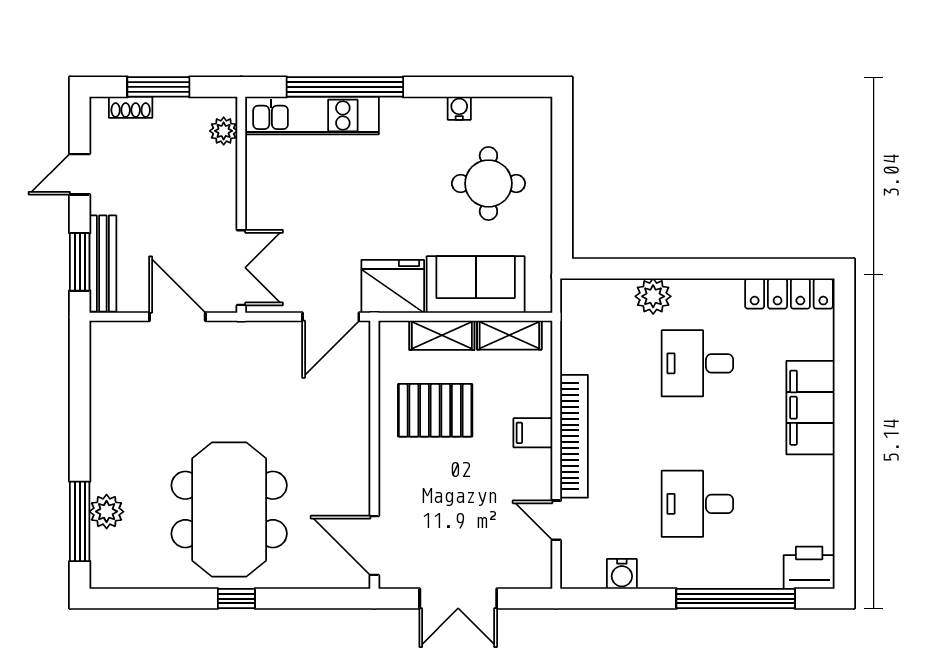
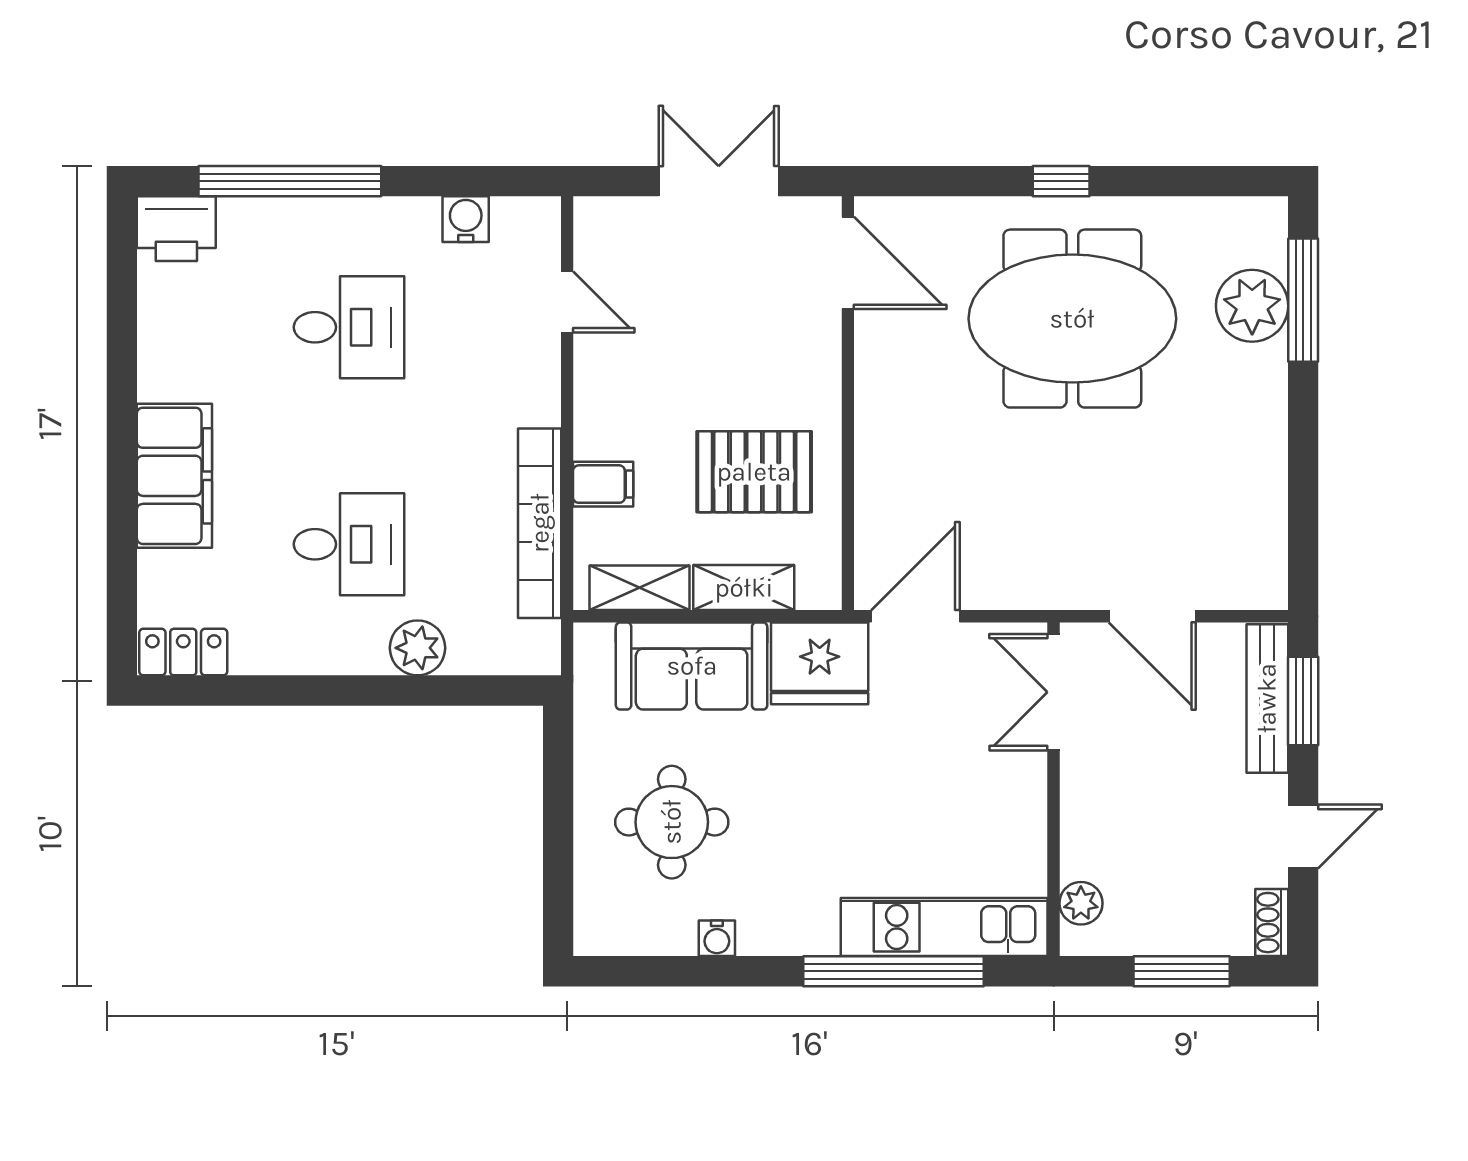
shoe rack: (131, 107) -> (1272, 923), moved, turned -90
locker: (789, 294) -> (183, 652), width x0.66
filing cabinet: (533, 433) -> (603, 484), moved
bookcase: (574, 436) -> (540, 523), moved
meeting table: (229, 509) -> (1072, 319), turned 90
plant: (107, 512) -> (1252, 306), width x1.36, depth x1.36

